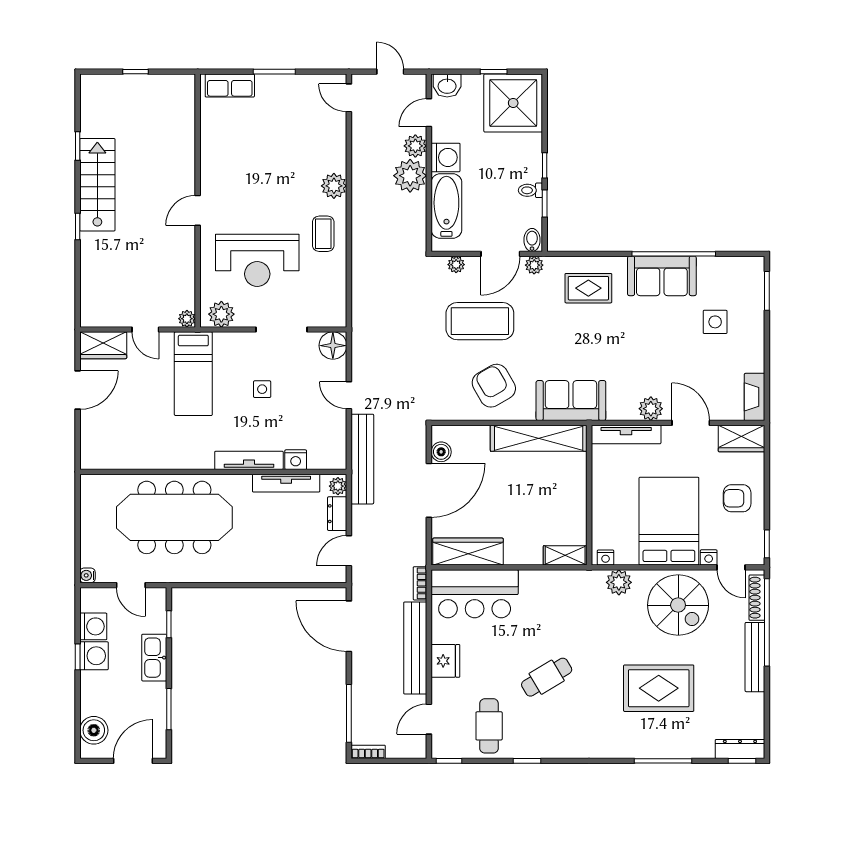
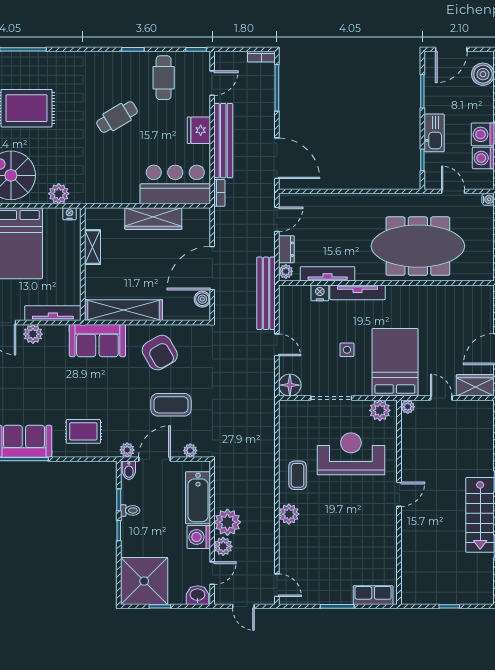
coffee table: (480, 321) -> (171, 405), width x0.73, depth x0.76
bed: (193, 374) -> (395, 362), width x1.50
wardrobe: (468, 552) -> (153, 219), moved
shelving: (565, 555) -> (92, 247), moved, turned 90

